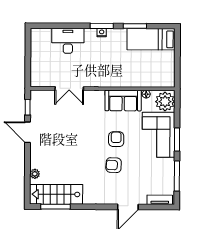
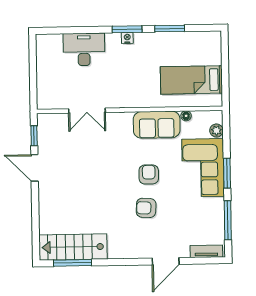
bed: (151, 39) -> (191, 80), moved
plant: (165, 102) -> (216, 131), width x0.53, depth x0.53
plant: (35, 174) -> (45, 221), removed

